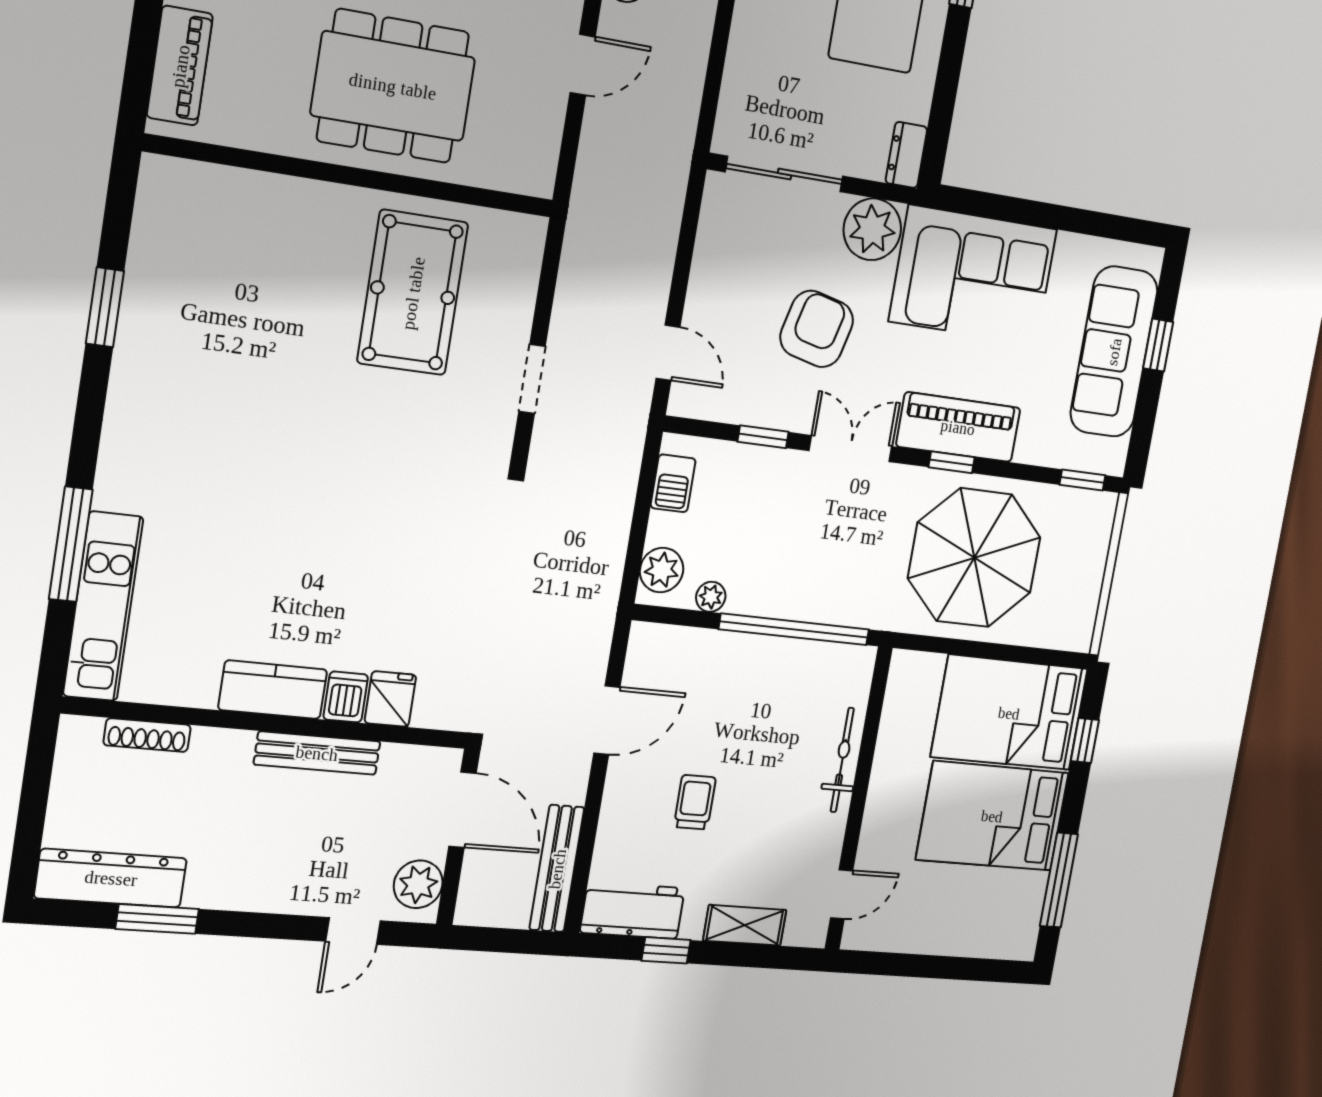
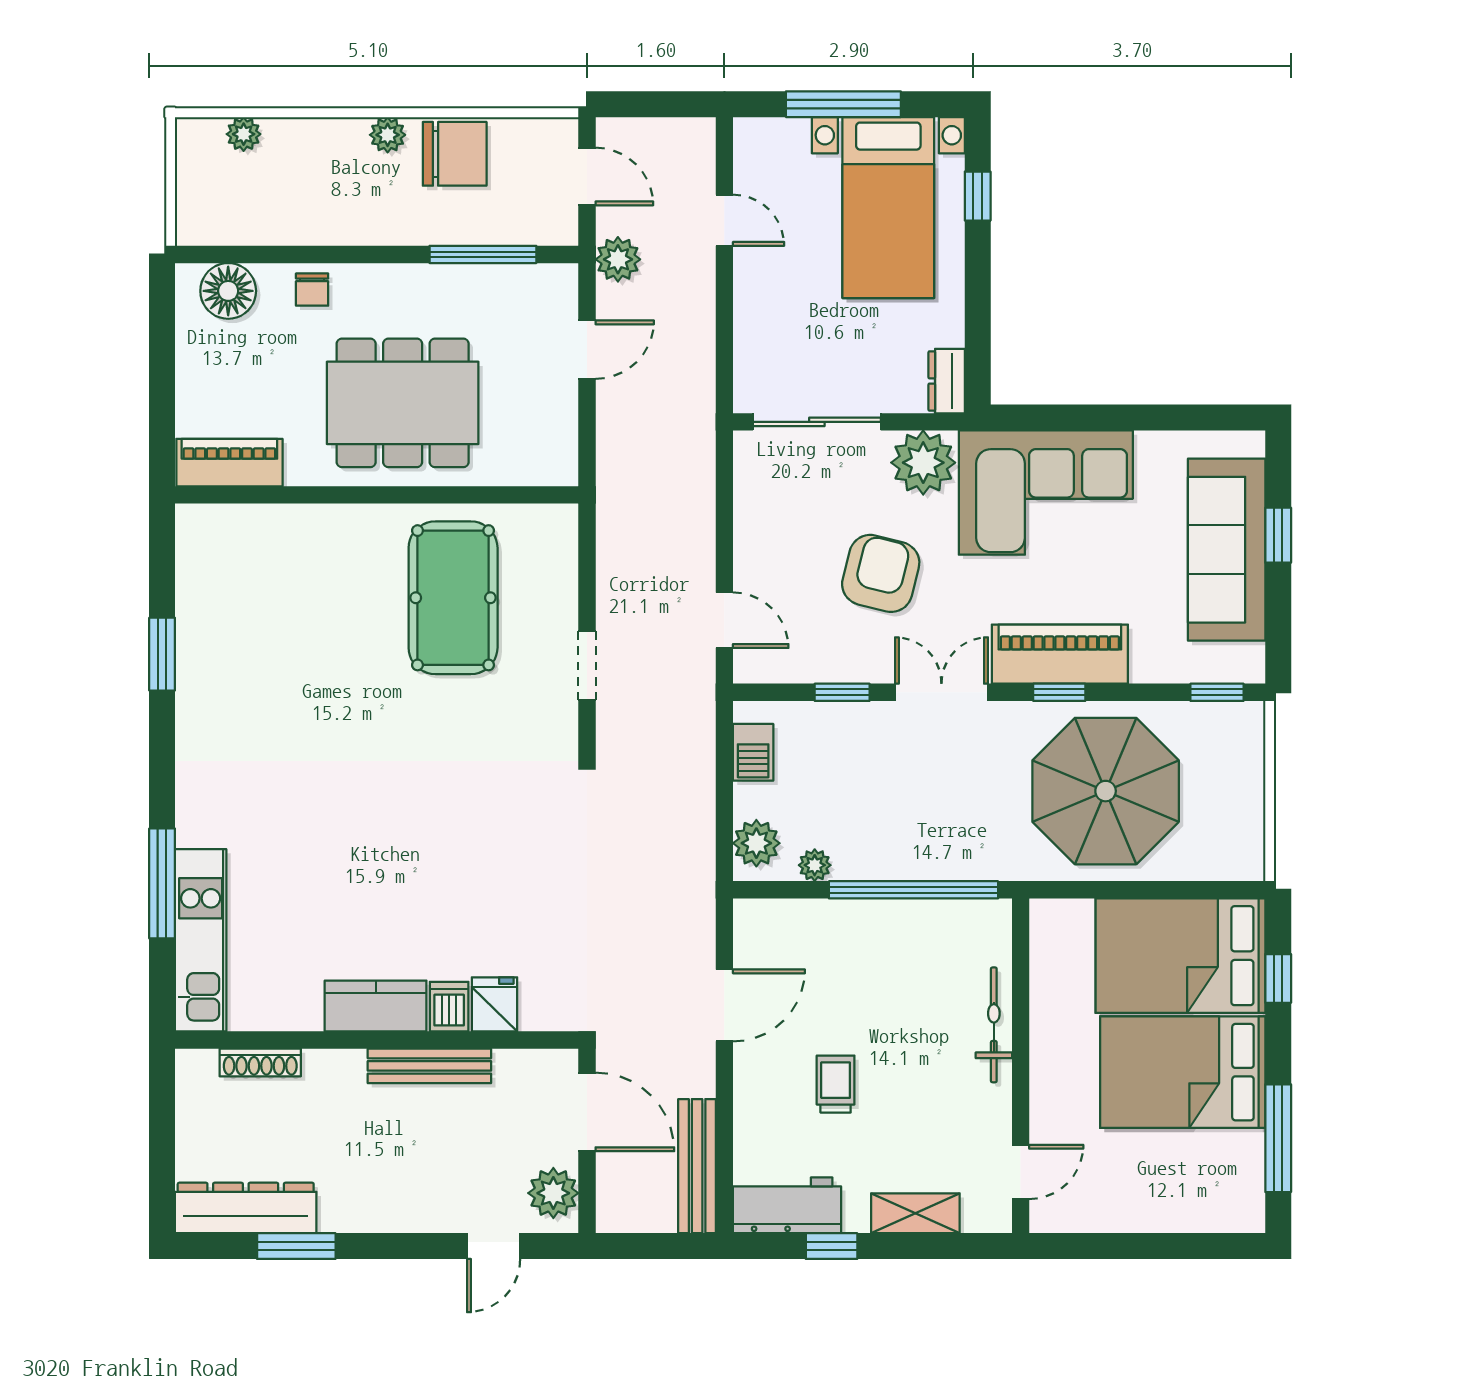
piano: (180, 66) -> (229, 463), moved, turned -90

